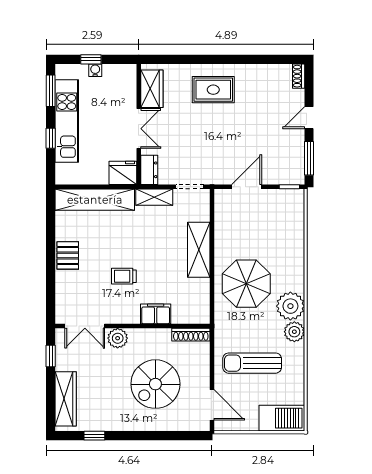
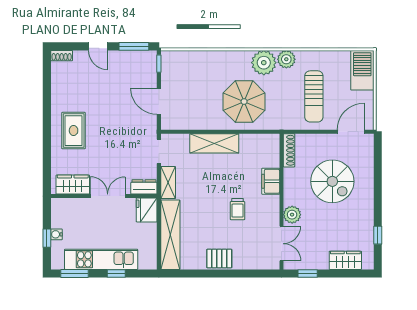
wardrobe: (66, 399) -> (345, 260), width x0.67

